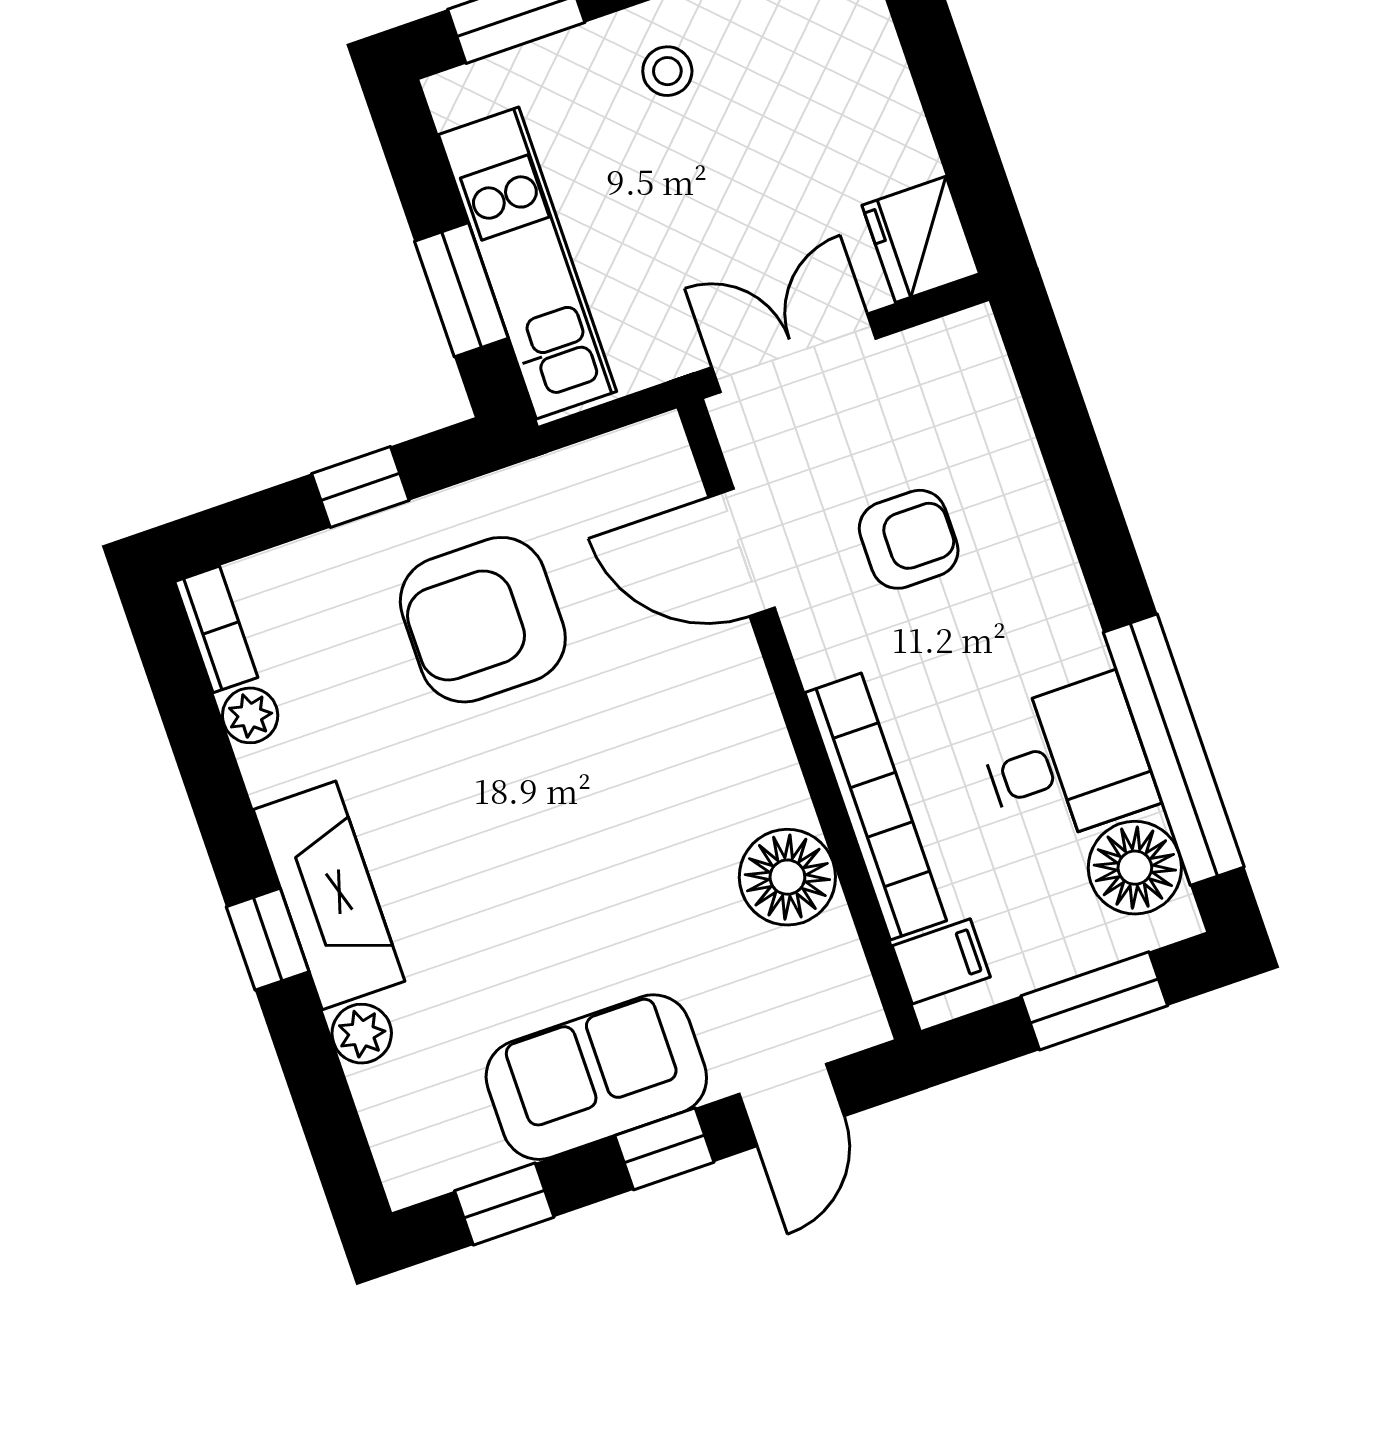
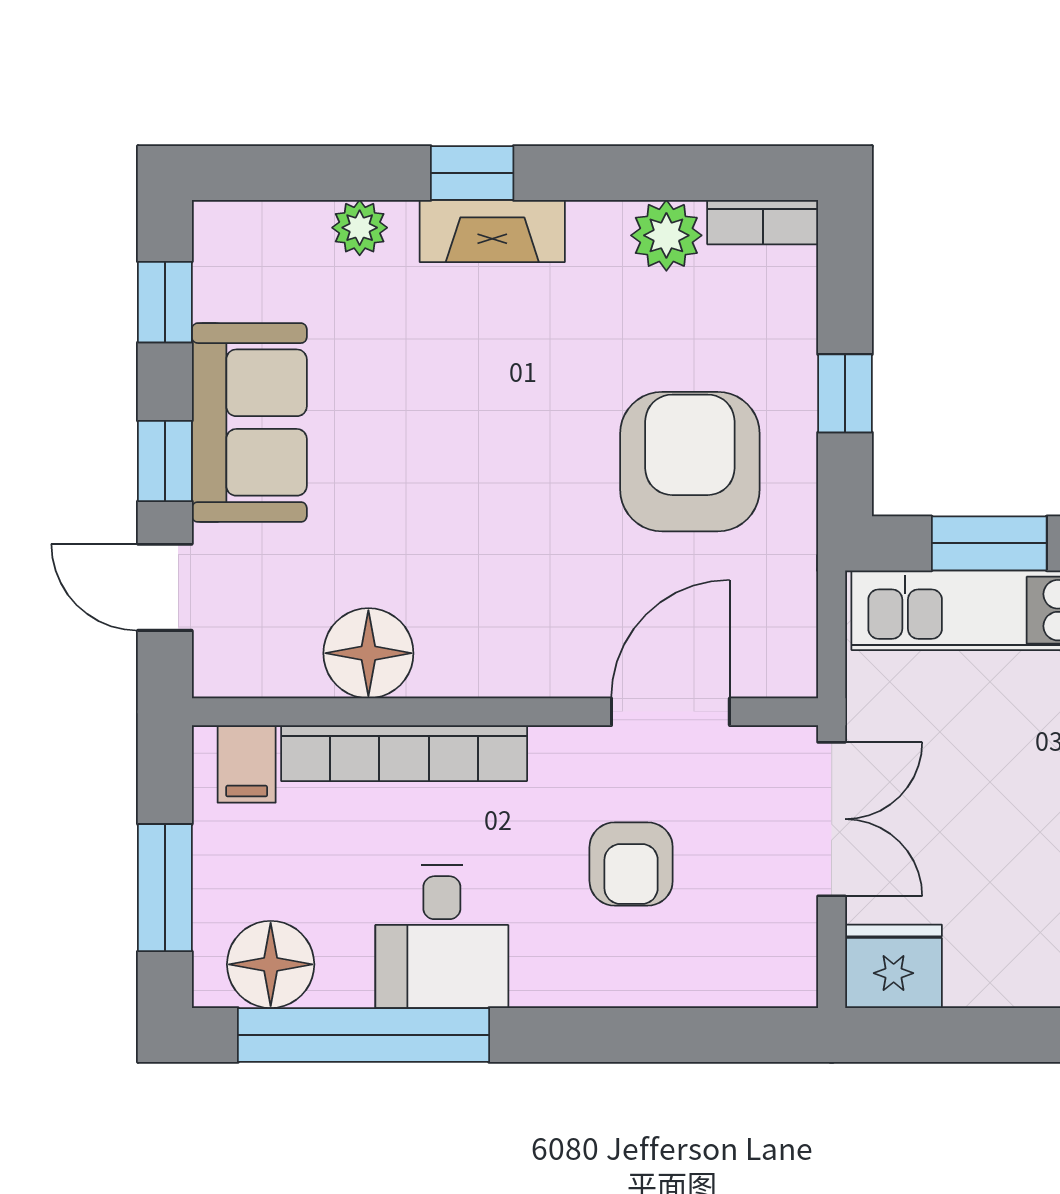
plant: (250, 715) -> (666, 235), width x1.38, depth x1.38
desk: (1067, 761) -> (442, 936), moved
fireplace: (329, 895) -> (492, 231), width x0.73, depth x0.76

